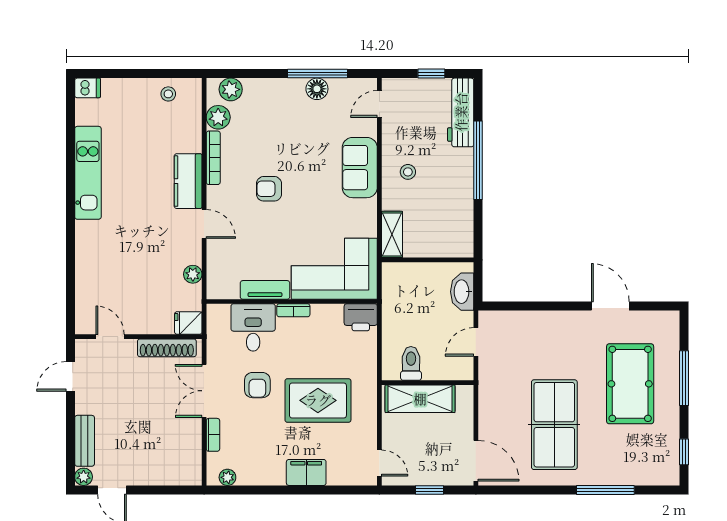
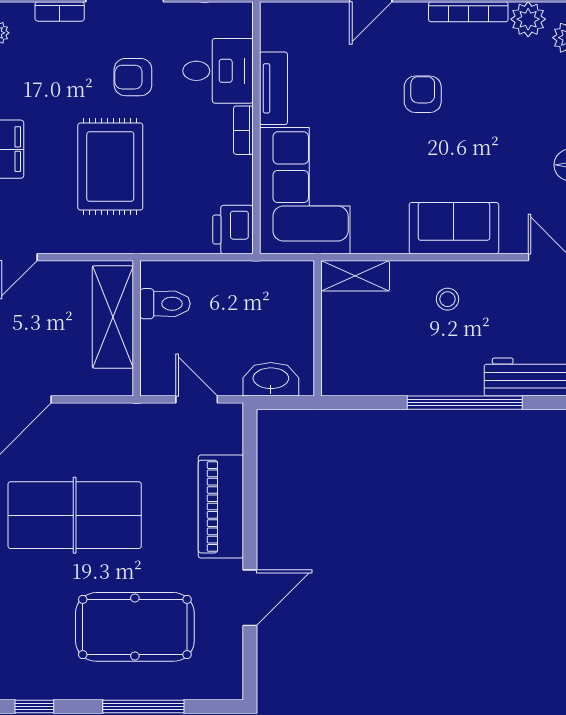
piano: (548, 326) -> (221, 507), added

